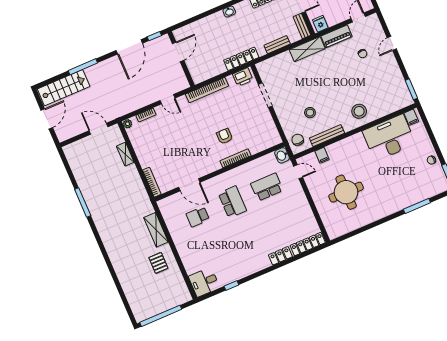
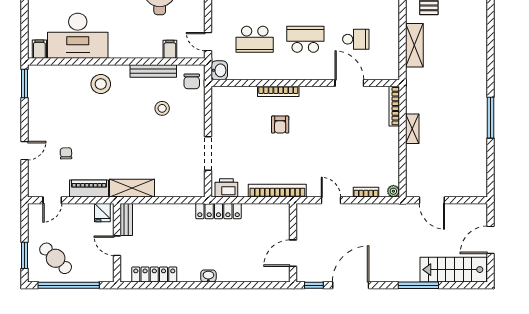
bench: (277, 45) -> (167, 210), removed
shelving: (125, 154) -> (412, 129), moved
school desk: (232, 202) -> (305, 39), turned 90

